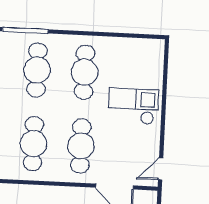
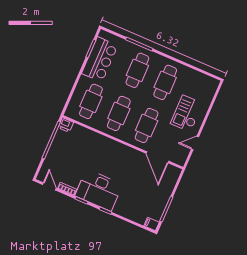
checkout: (133, 106) -> (187, 114), turned -90
door: (161, 169) -> (195, 143), moved

